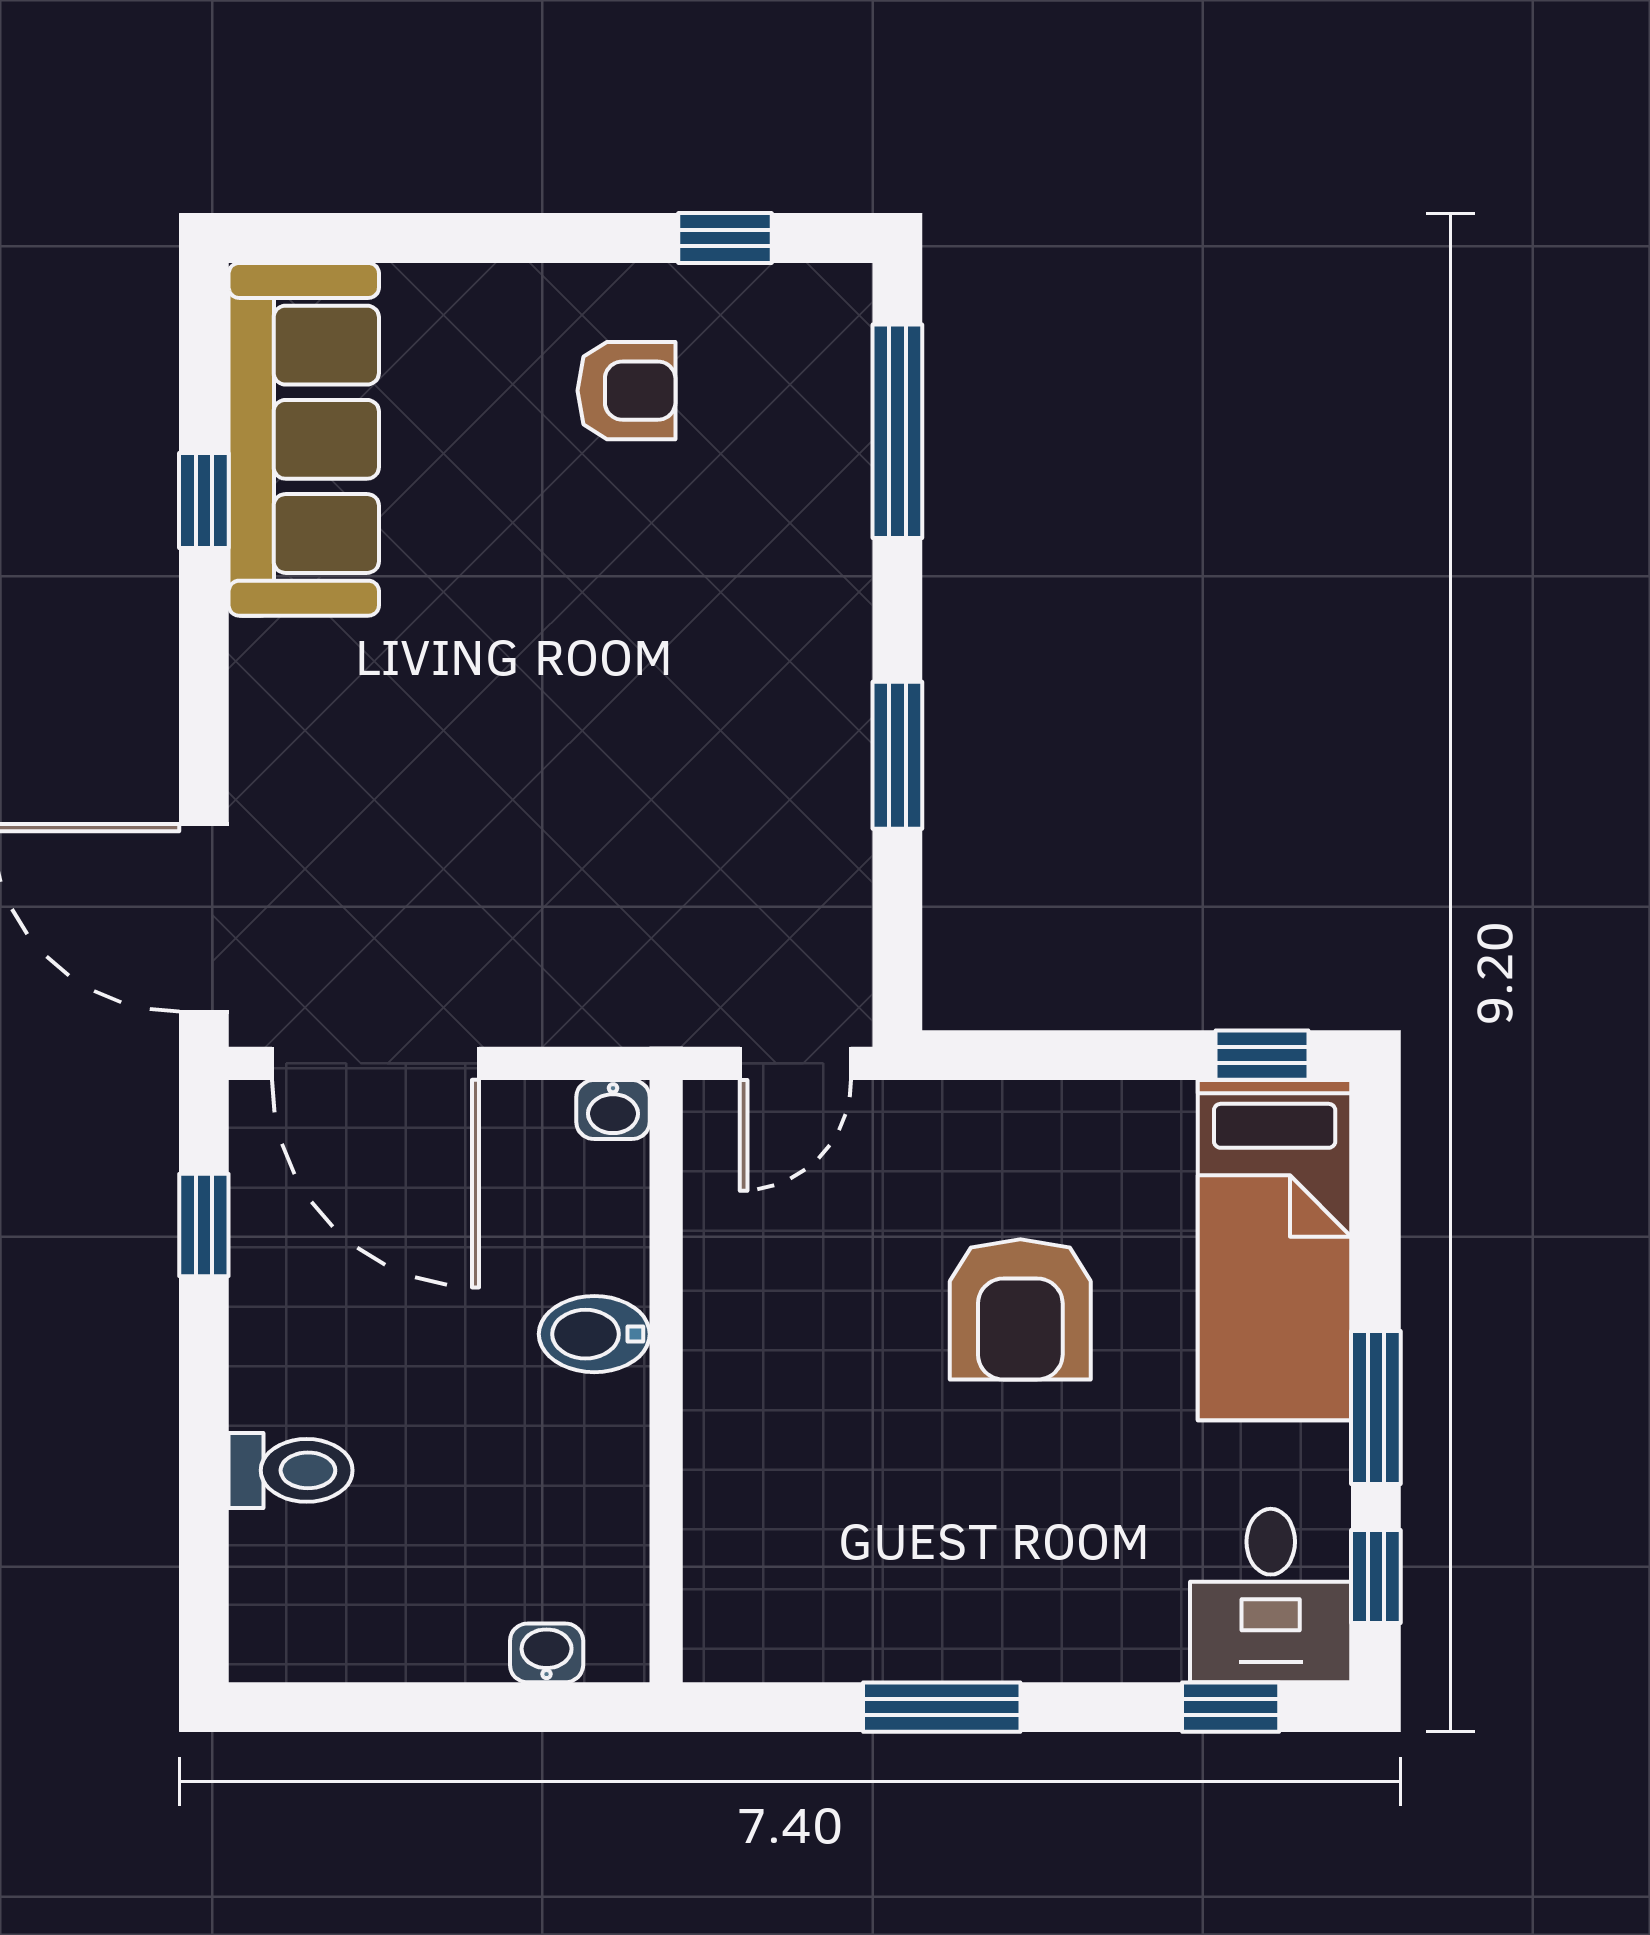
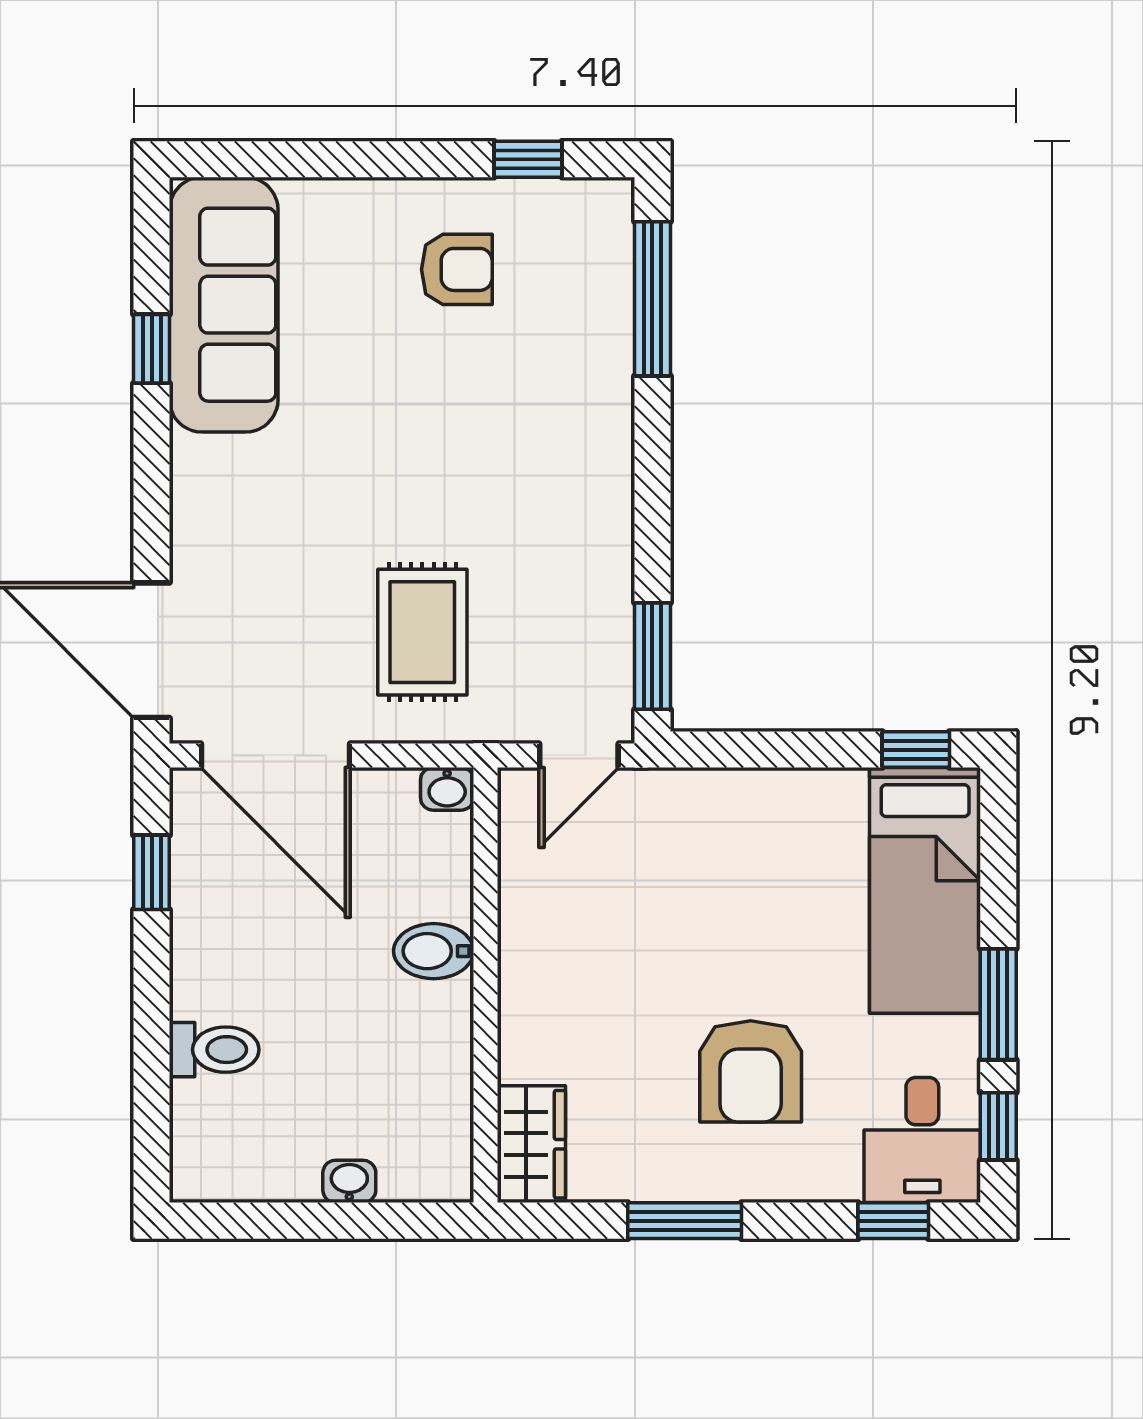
window: (897, 755) -> (652, 656), moved
rug: (579, 893) -> (422, 632), added
armchair: (1020, 1309) -> (751, 1071), moved
wardrobe: (730, 1601) -> (531, 1144), added
washbasin: (547, 1653) -> (349, 1181), moved

